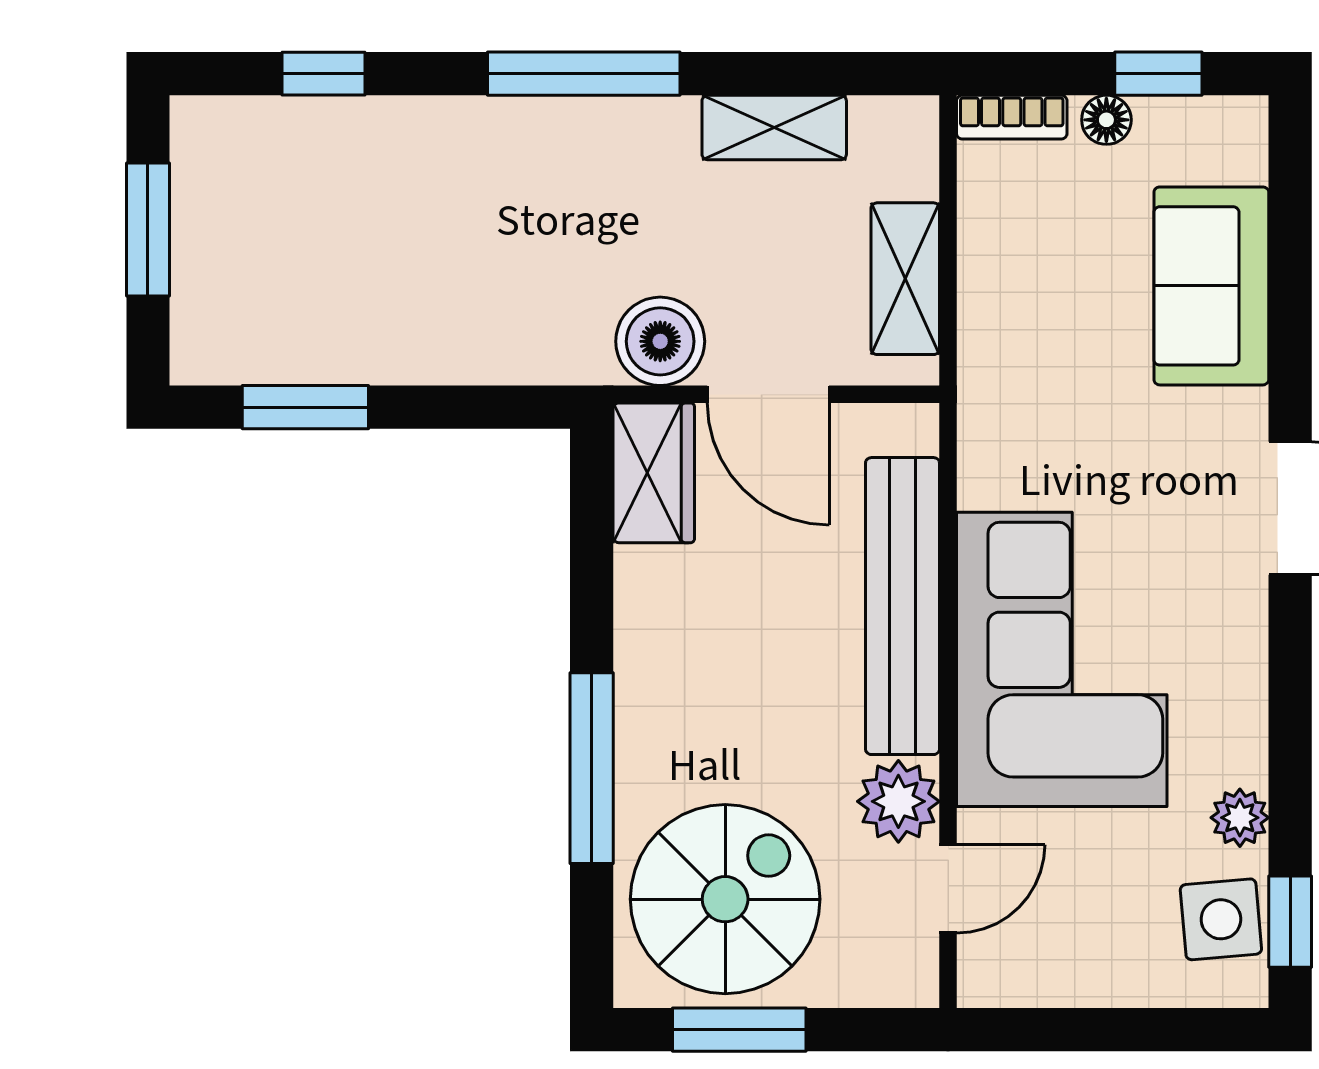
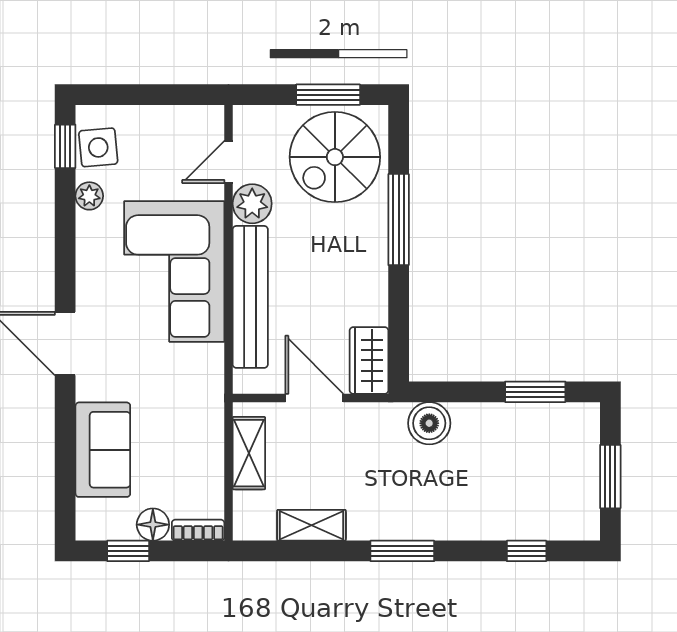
window: (584, 74) -> (402, 551), width x0.69
floor lamp: (1106, 120) -> (153, 525), width x1.37, depth x1.37
boiler: (660, 341) -> (429, 423), moved

